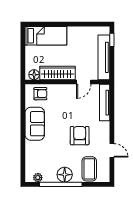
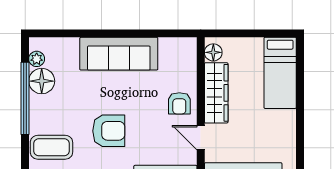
armchair: (40, 94) -> (179, 103), moved
sofa: (35, 124) -> (119, 54), width x1.36
floor lamp: (65, 175) -> (42, 81), moved

